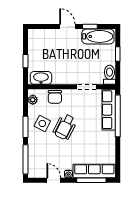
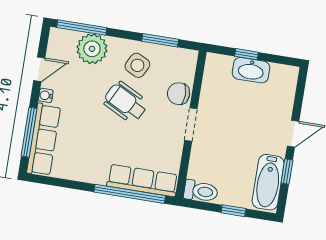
washbasin: (41, 78) -> (251, 70), moved, turned 90
doorway: (86, 87) -> (191, 125), moved
plant: (33, 100) -> (92, 49), moved, width x1.88, depth x1.88
window: (26, 127) -> (160, 40), moved

